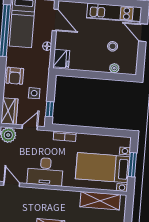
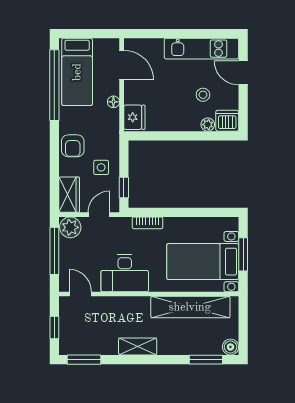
dishwasher: (129, 67) -> (227, 121), added
shelving: (100, 201) -> (190, 307), width x1.47

